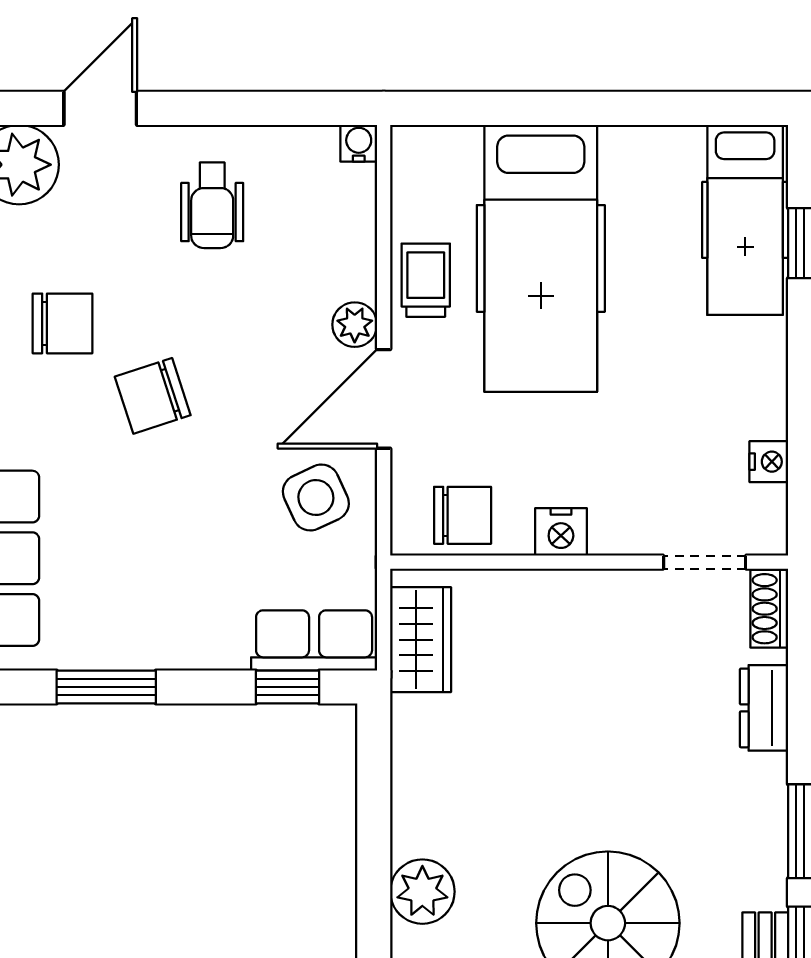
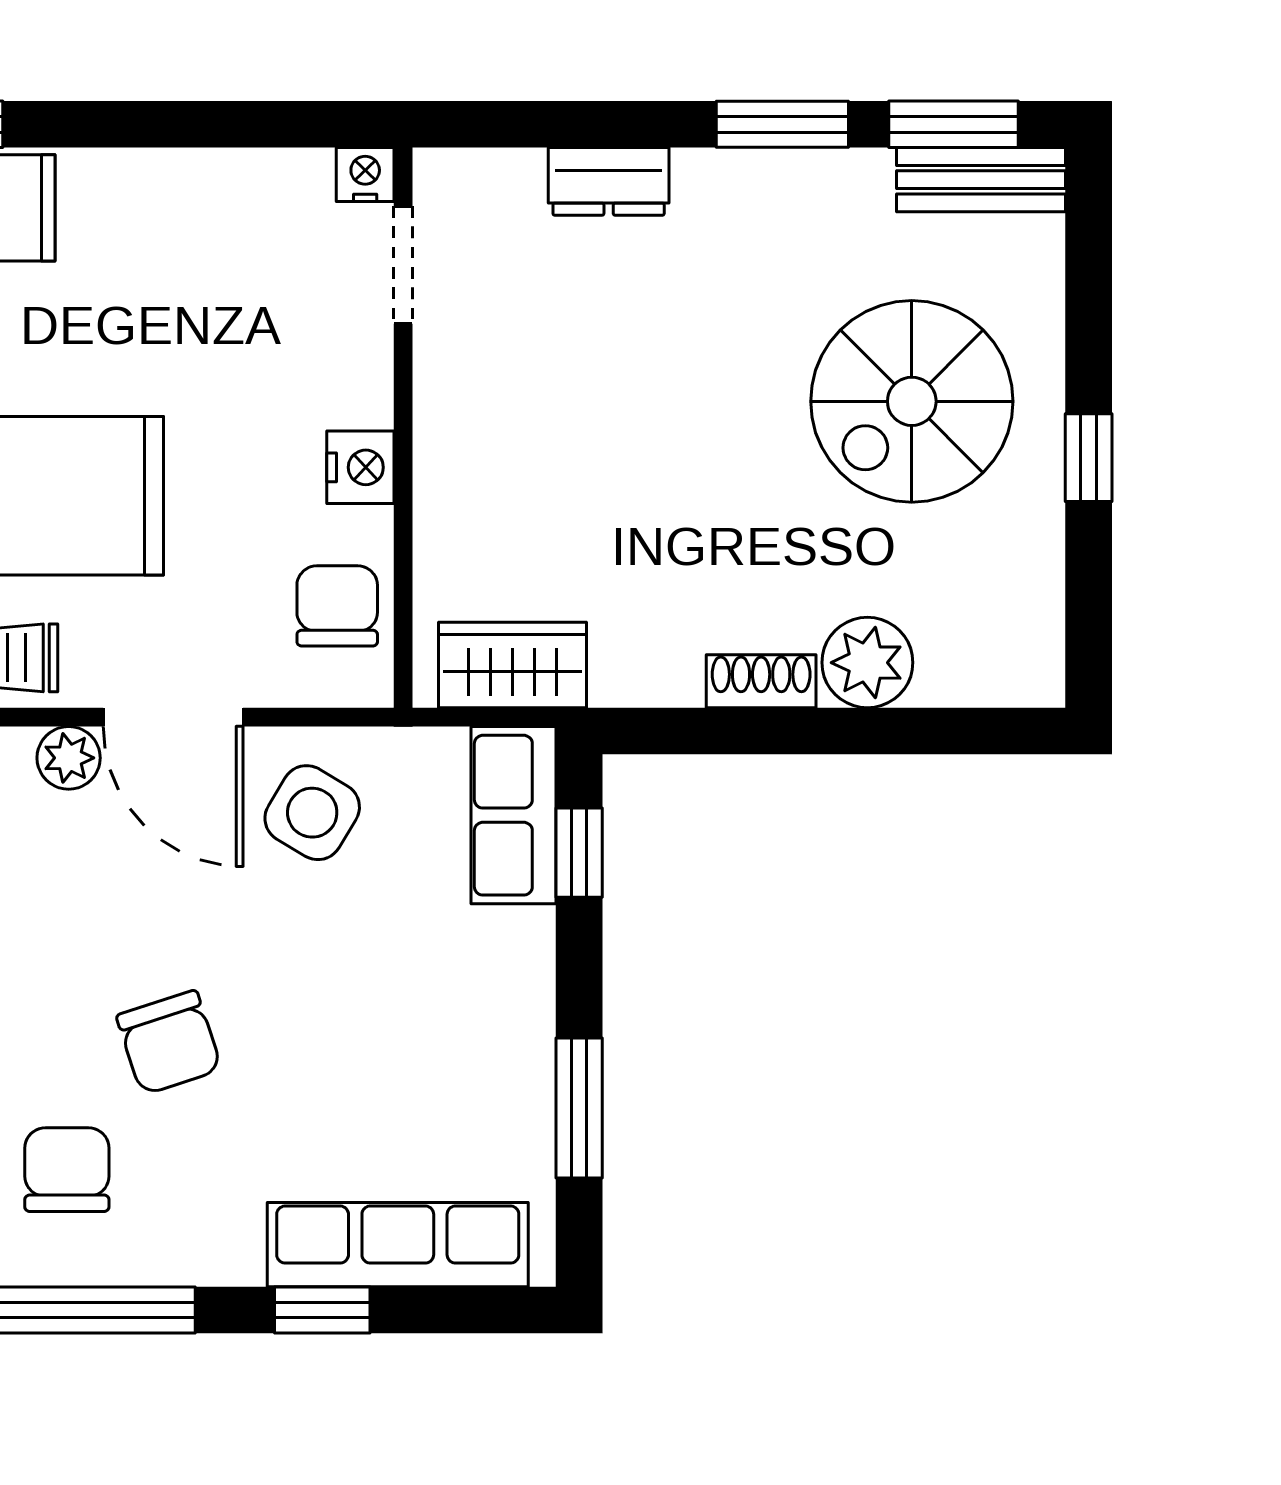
nightstand: (769, 462) -> (365, 175), moved
side table: (316, 498) -> (312, 813), turned -34
shoe rack: (769, 609) -> (761, 681), moved, turned 180

